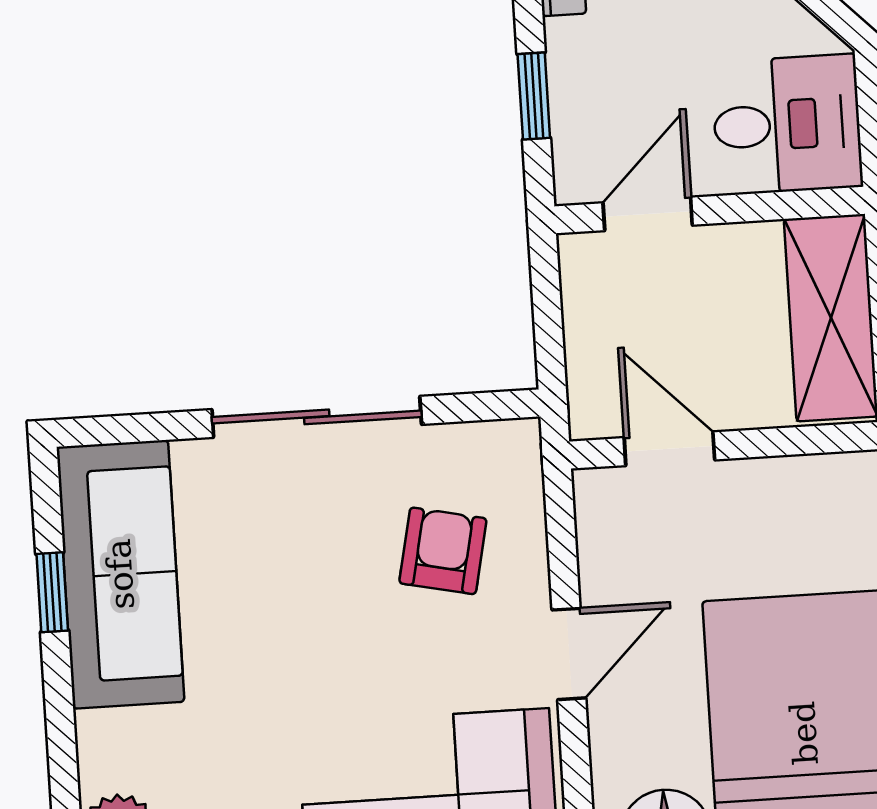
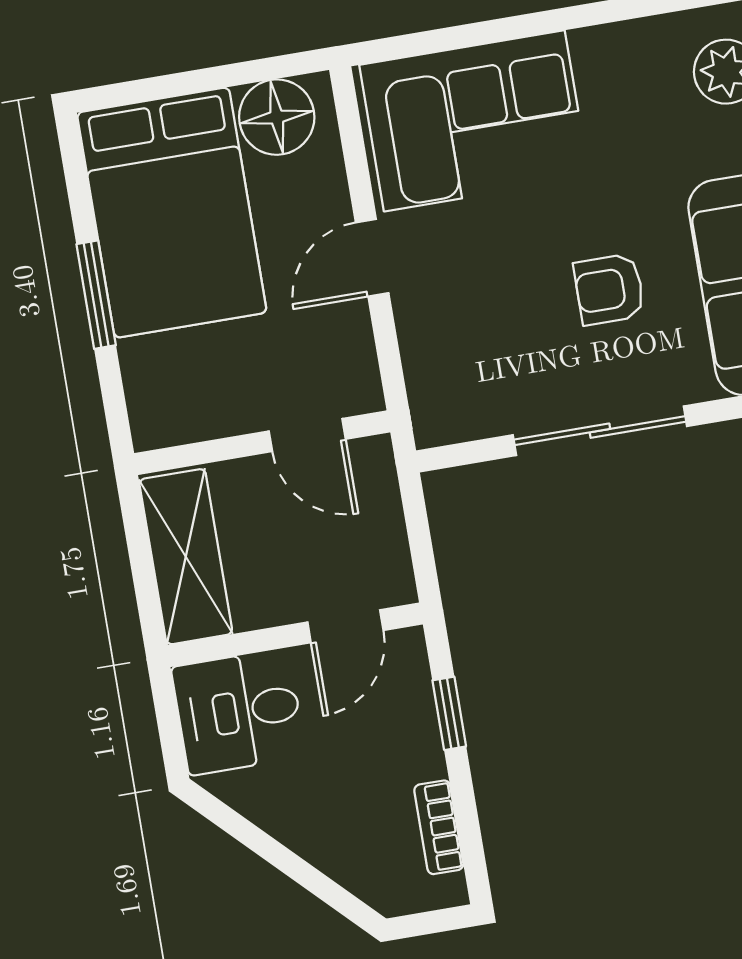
armchair: (443, 551) -> (609, 289), moved, turned 78

